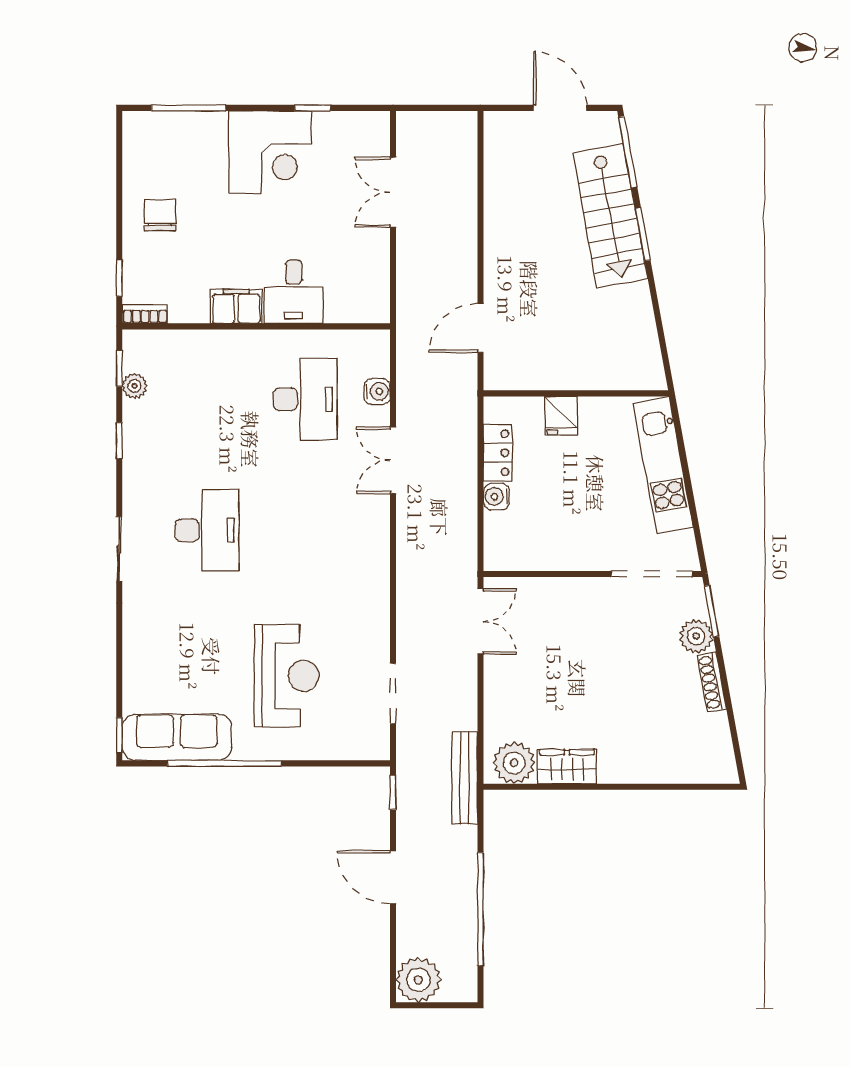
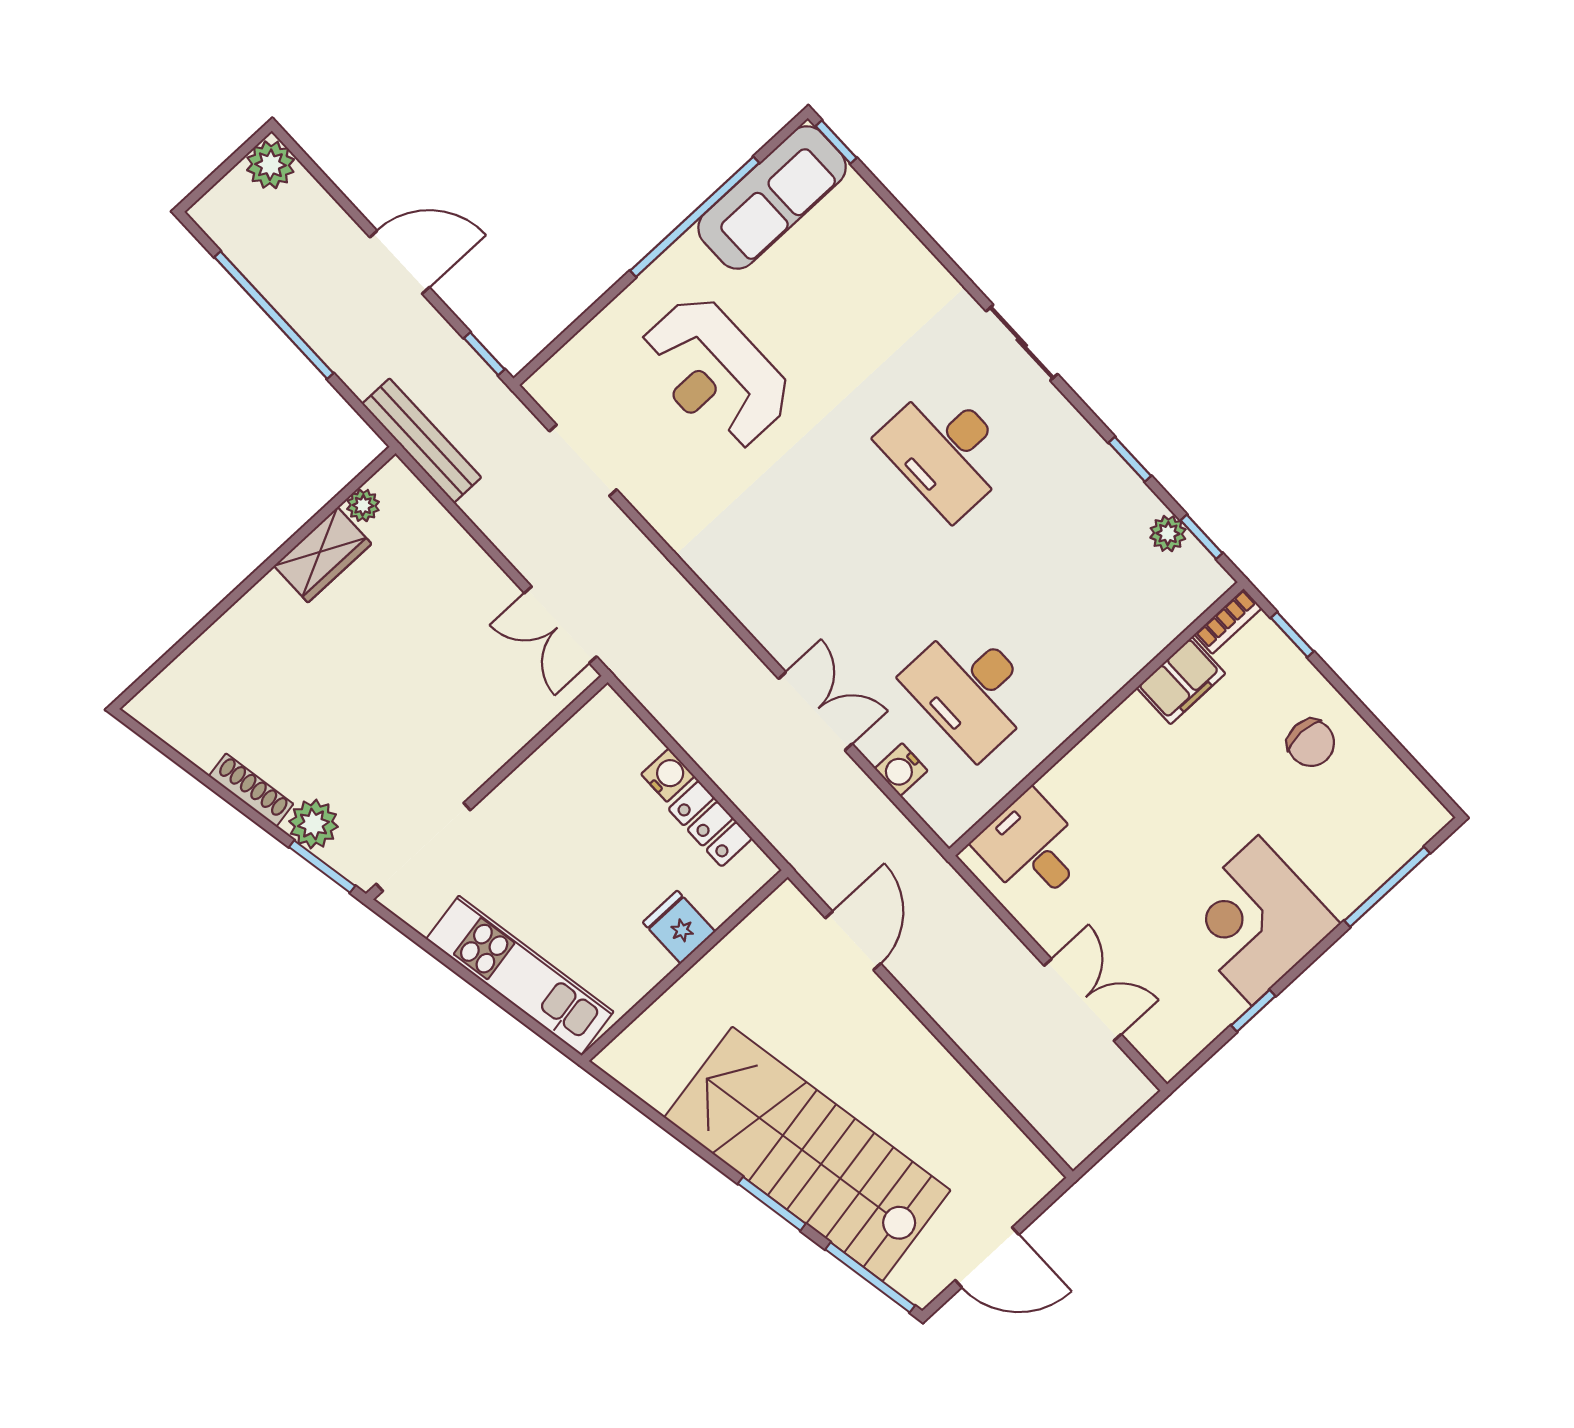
stairs: (610, 216) -> (807, 1154), width x1.36, depth x1.51
desk: (294, 292) -> (1032, 848), moved
filing cabinet: (236, 306) -> (1181, 681), moved
plant: (514, 763) -> (363, 505), width x0.53, depth x0.53
plant: (418, 980) -> (270, 165), width x0.73, depth x0.73

